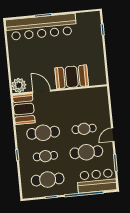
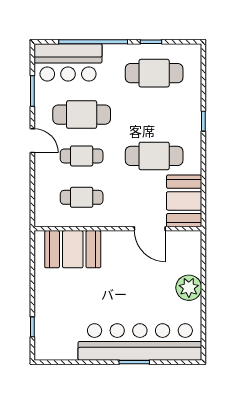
booth: (72, 77) -> (73, 249), moved
plant: (19, 85) -> (189, 288), moved
door: (113, 135) -> (32, 141), hinge flipped
cafe table: (45, 156) -> (82, 197), moved

